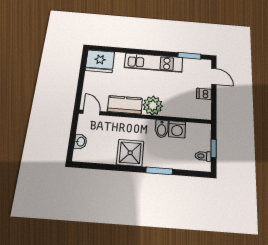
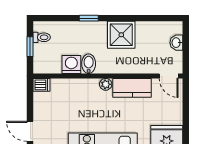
dishwasher: (204, 94) -> (41, 85), moved
plant: (153, 105) -> (106, 84), width x0.53, depth x0.53
window: (159, 171) -> (89, 18), width x0.67

